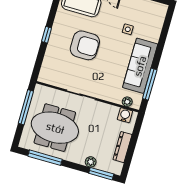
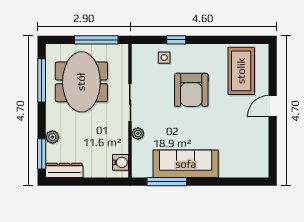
side table: (128, 29) -> (164, 58), moved
window: (47, 35) -> (176, 40), moved
plant: (127, 102) -> (138, 133), moved
dresser: (122, 147) -> (64, 170), moved

